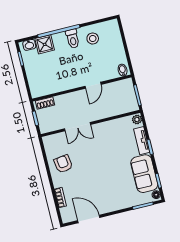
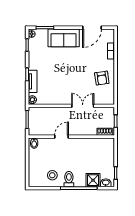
sofa: (144, 174) -> (64, 38), moved, turned 90
door: (89, 219) -> (92, 28), hinge flipped

